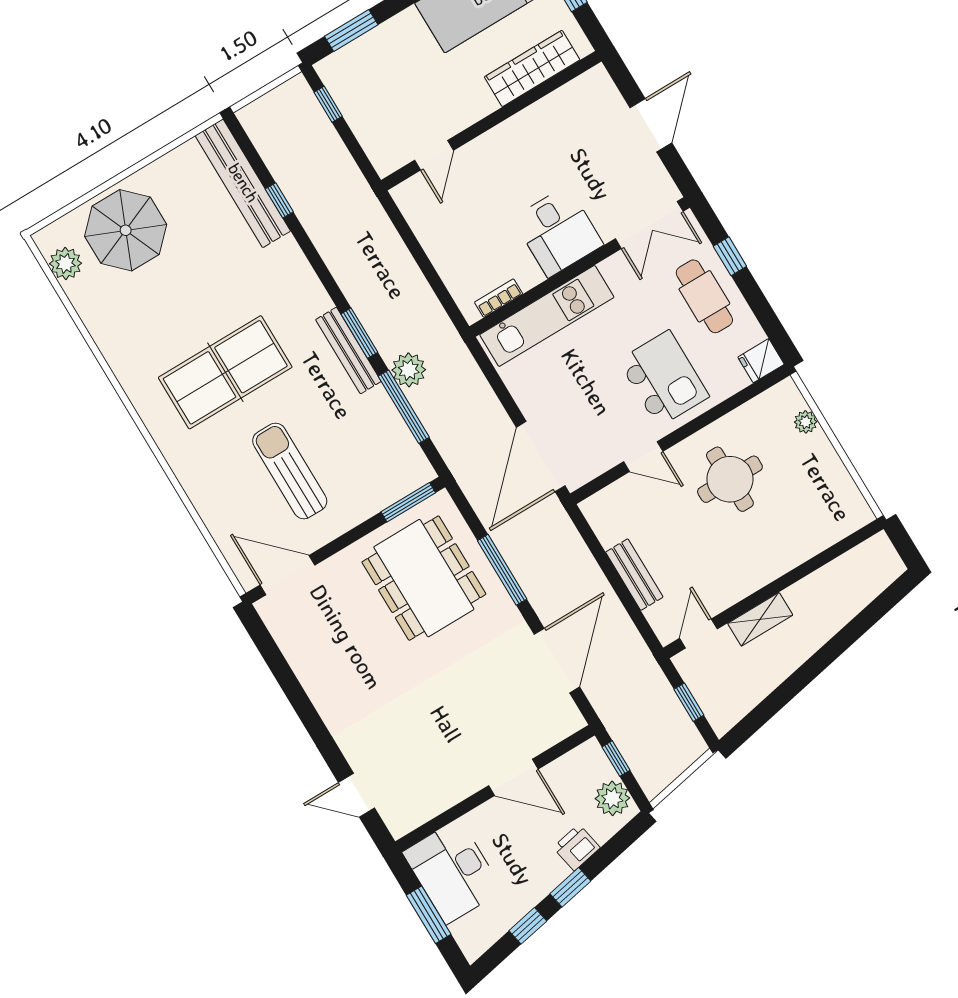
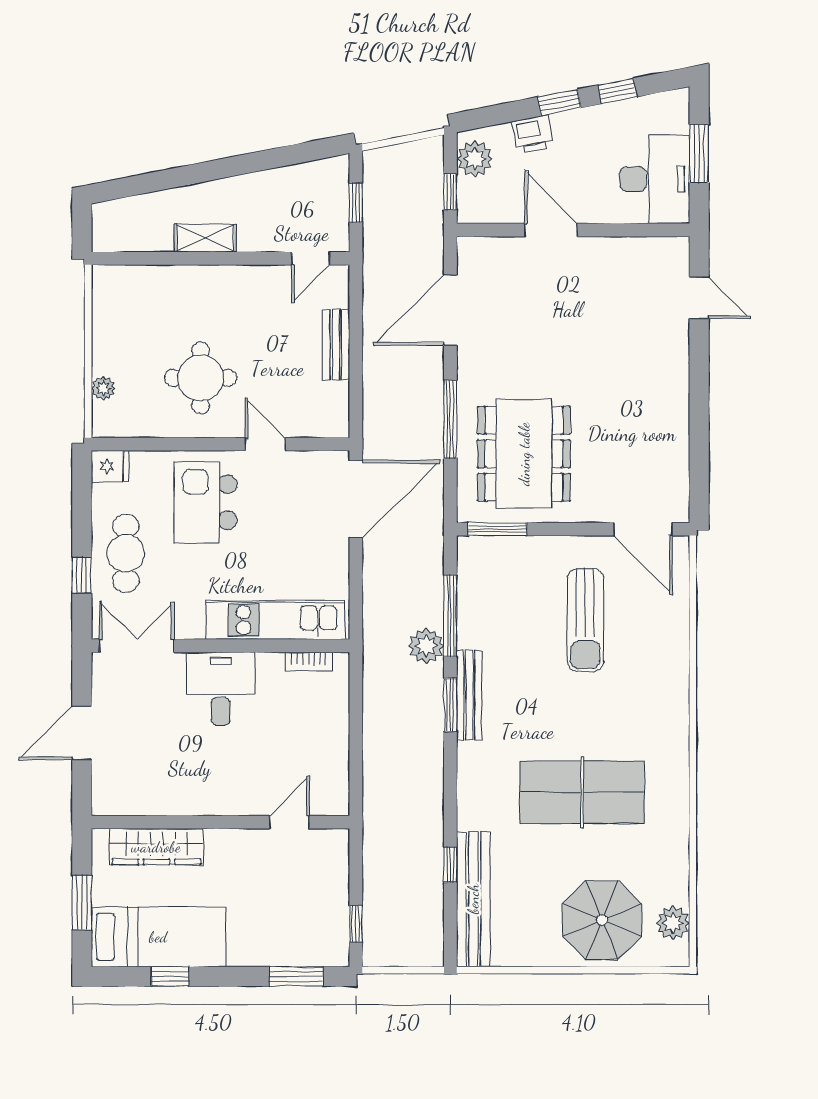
table tennis table: (225, 372) -> (582, 792), moved
shelving: (760, 619) -> (205, 238), moved

